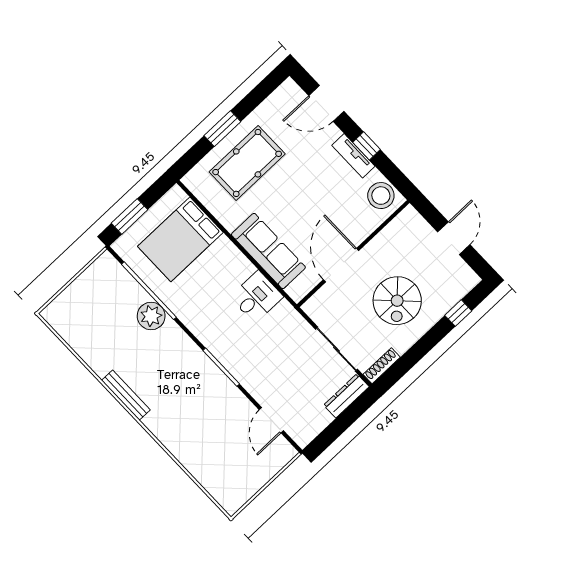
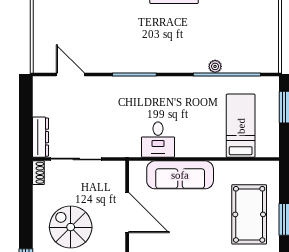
bed: (180, 239) -> (241, 126), width x0.67
plant: (151, 316) -> (215, 66), width x0.53, depth x0.53
shoe rack: (382, 366) -> (38, 173), width x0.70

